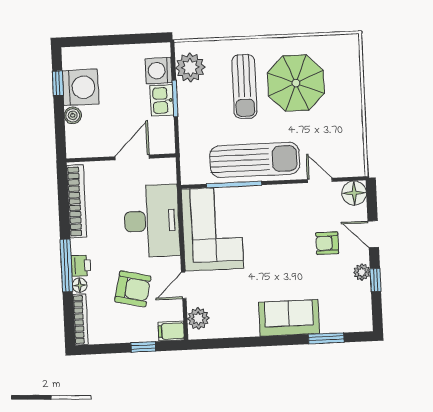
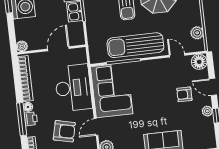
boiler: (73, 115) -> (22, 46), moved
plant: (354, 147) -> (197, 33), added
sun lounger: (255, 160) -> (135, 45), turned 180
floor lamp: (80, 285) -> (28, 107), moved

